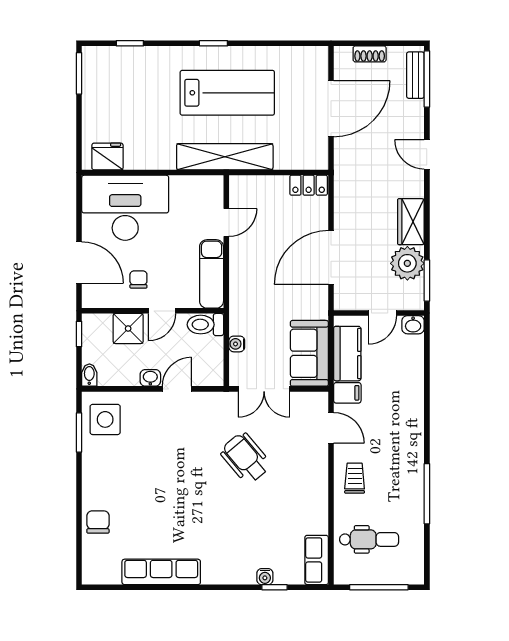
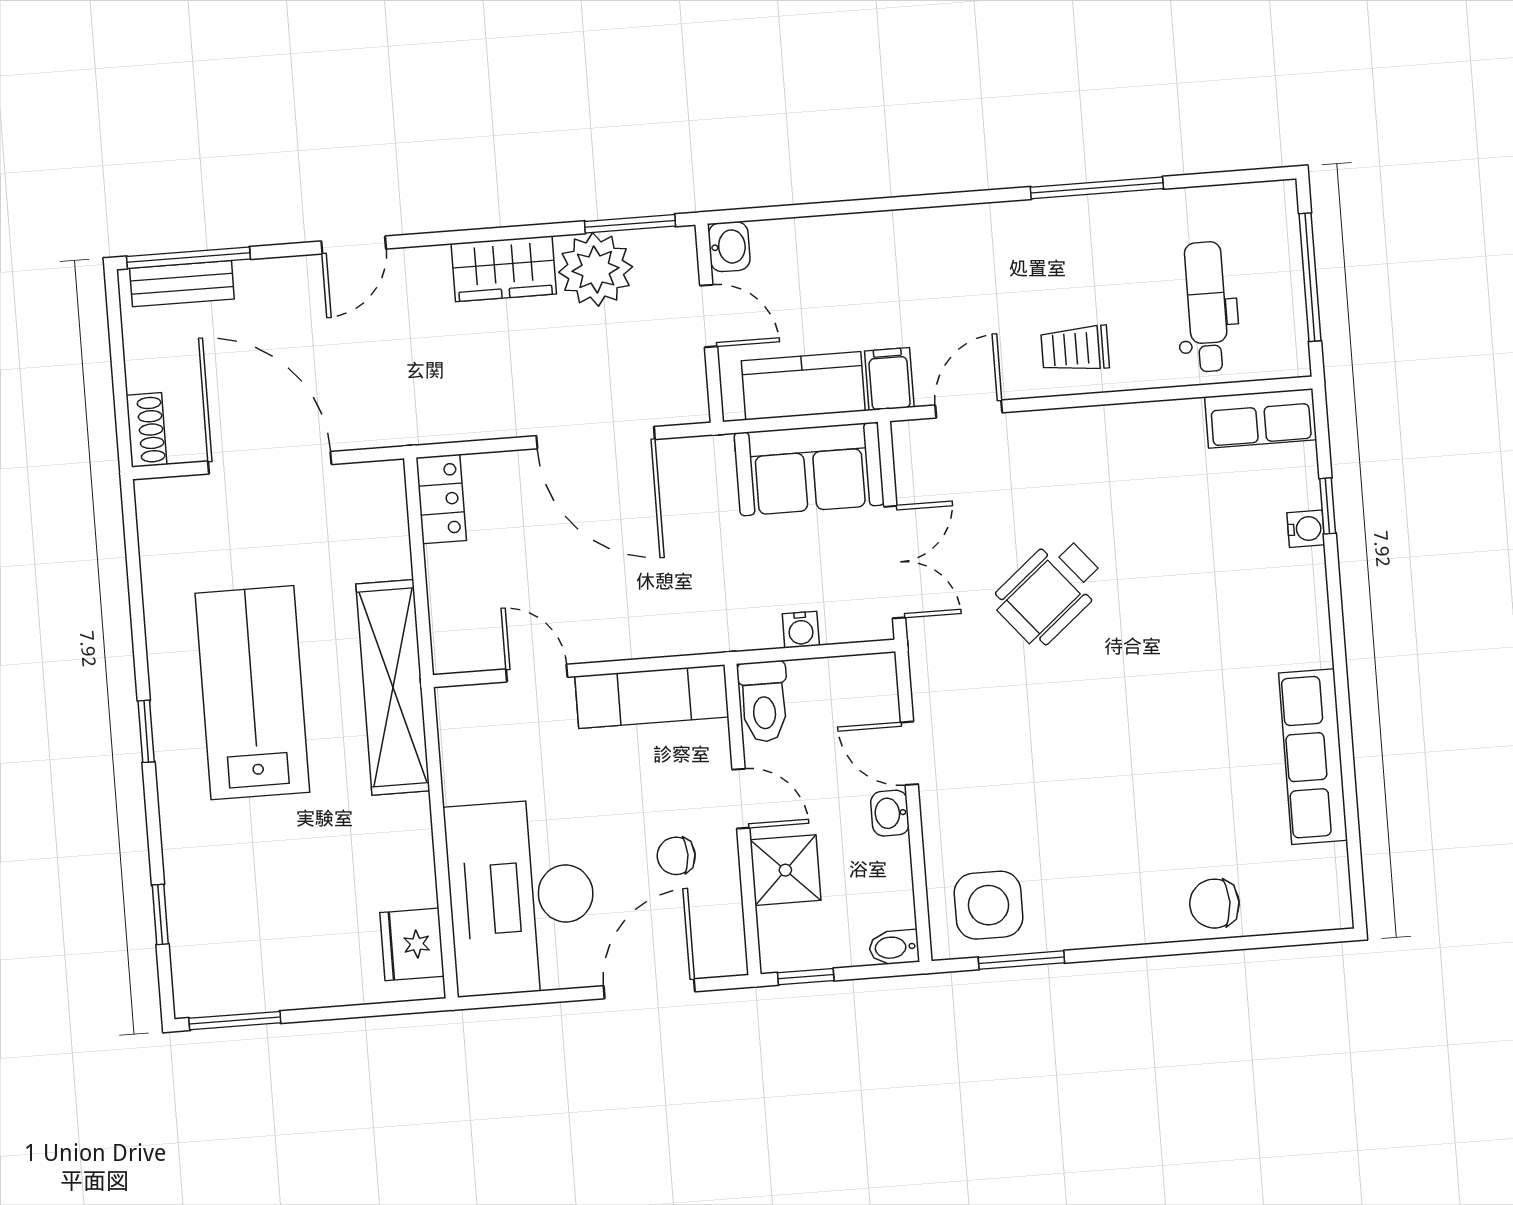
shoe rack: (370, 54) -> (147, 430), moved

